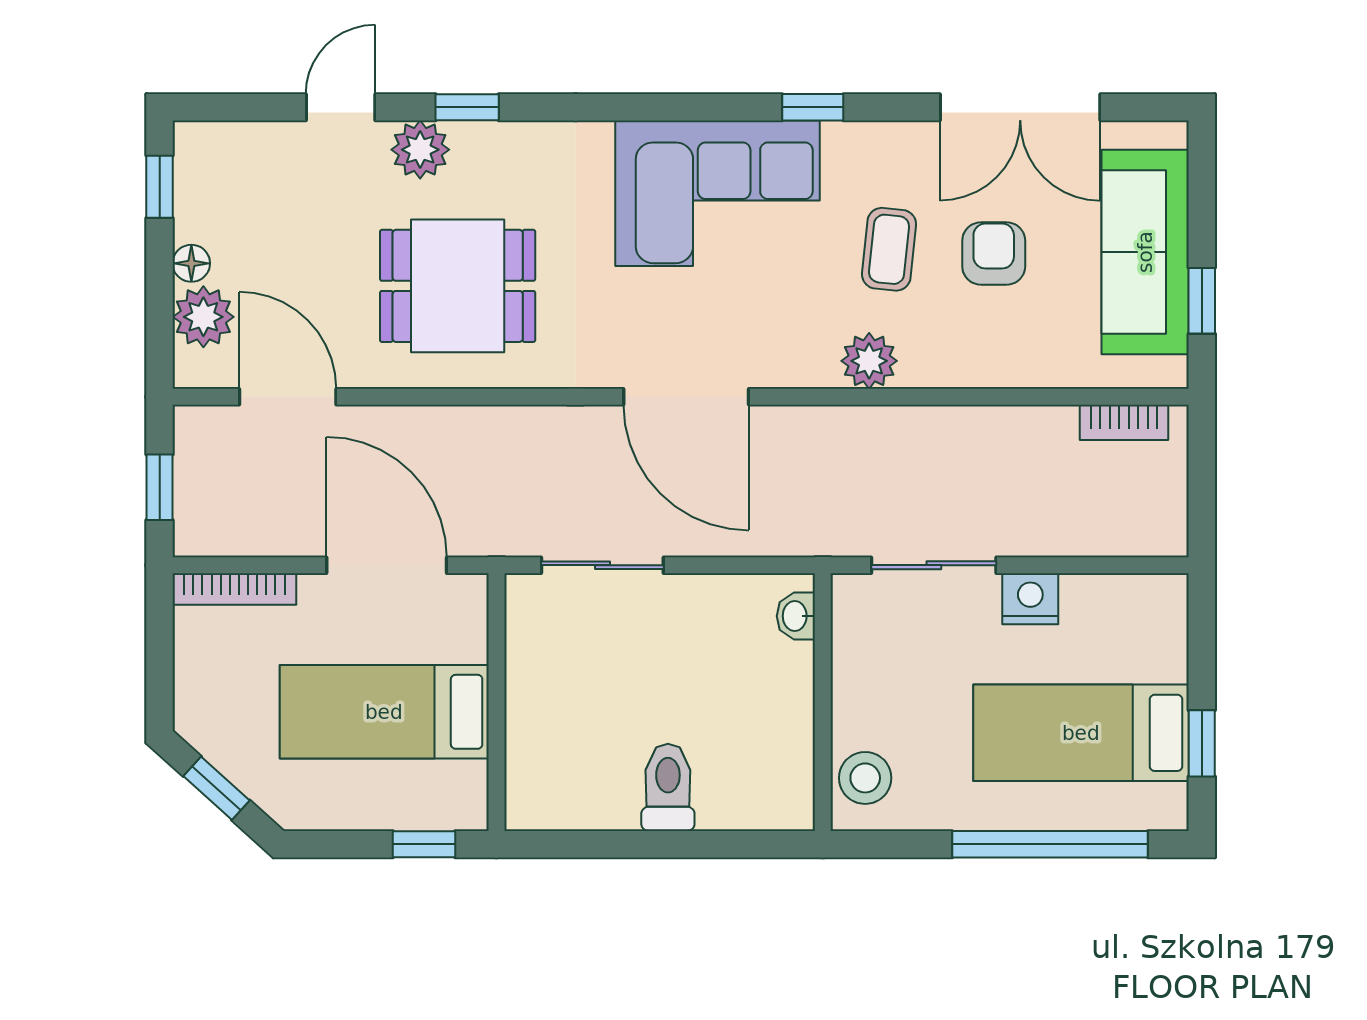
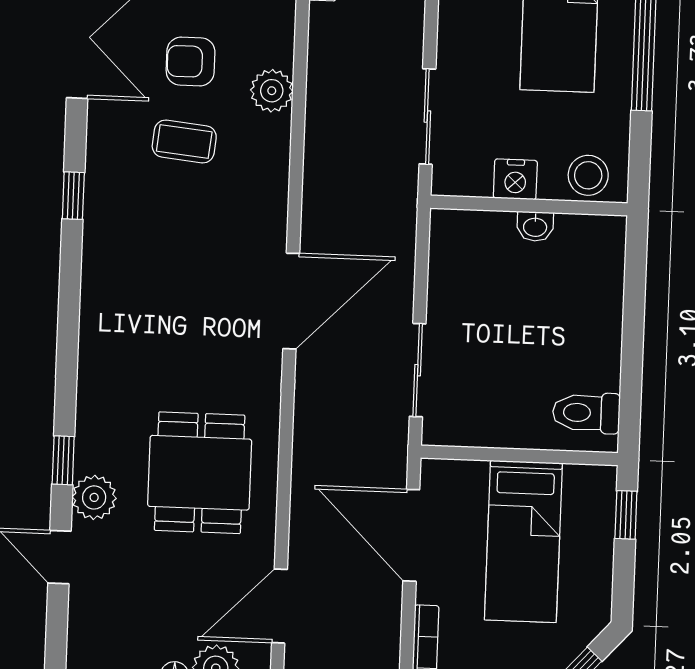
corner sofa: (718, 193) -> (136, 271), removed
plant: (869, 361) -> (272, 91), moved
door: (387, 565) -> (411, 535), hinge flipped
nightstand: (1030, 599) -> (515, 179), moved, turned -90
washbasin: (796, 616) -> (535, 226), moved
toilet: (668, 787) -> (586, 413), moved

